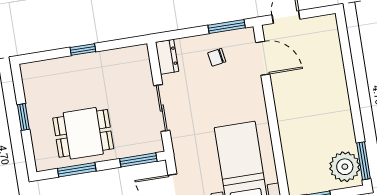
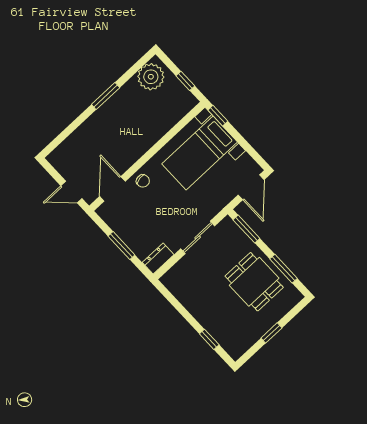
window: (227, 27) -> (121, 245), moved
window: (83, 50) -> (209, 339), moved
chair: (217, 57) -> (143, 181), moved
window: (364, 161) -> (106, 96), moved

